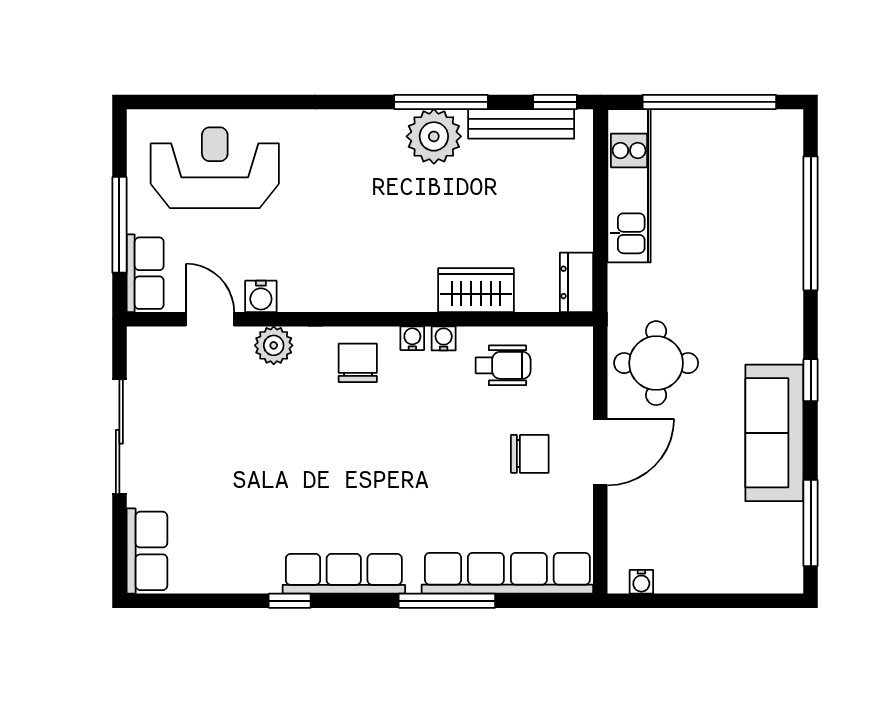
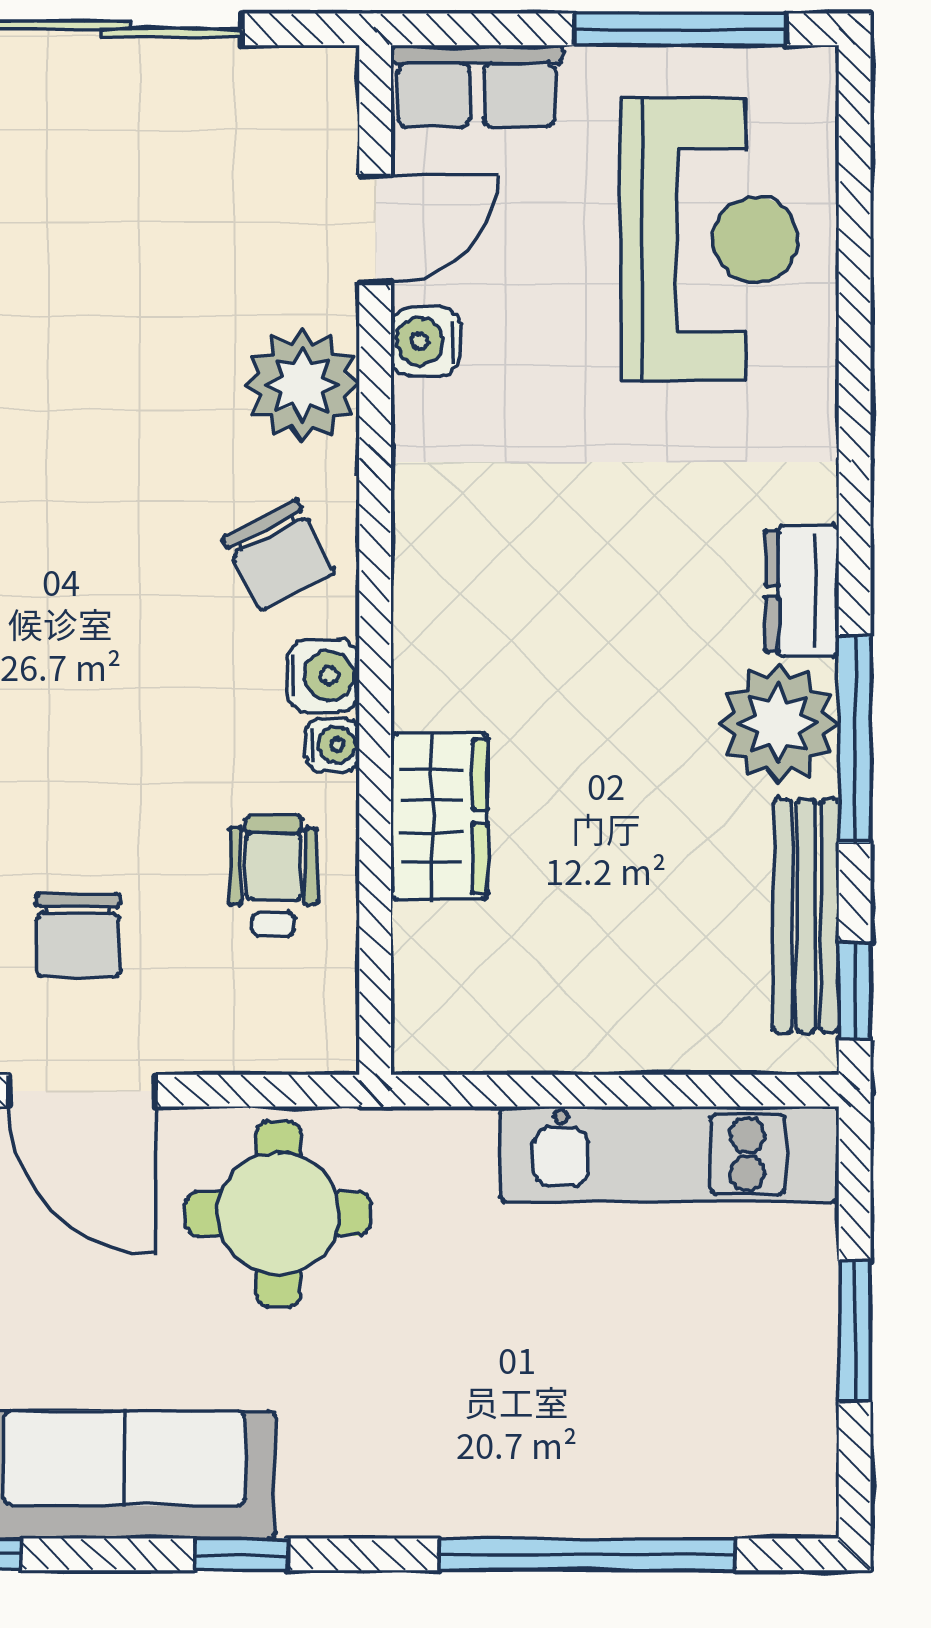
window: (709, 102) -> (855, 1331), width x0.47
window: (119, 225) -> (680, 29), moved
dresser: (577, 282) -> (802, 591), moved, turned -90
water cooler: (412, 338) -> (323, 676), width x1.38, depth x1.38
plant: (274, 345) -> (302, 385), width x1.36, depth x1.36
chair: (358, 363) -> (279, 555), turned 62
wheelchair: (503, 365) -> (273, 876), turned 180

